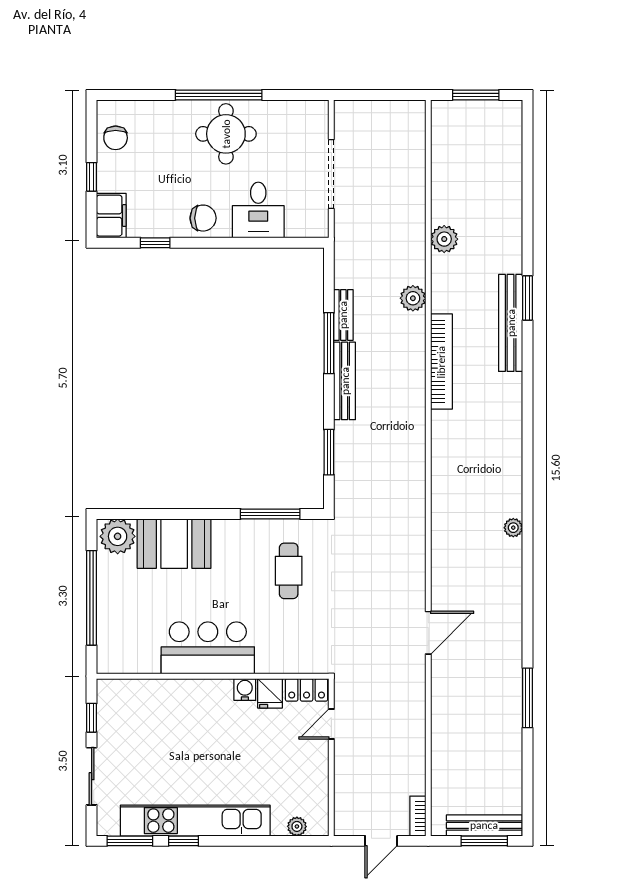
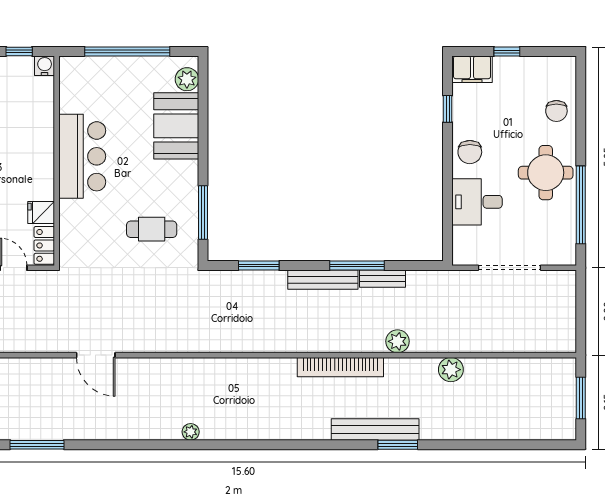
window: (219, 95) -> (581, 205), moved
chair: (116, 138) -> (556, 111), moved, turned -90
plant: (118, 536) -> (187, 79), width x0.73, depth x0.73
water cooler: (245, 690) -> (45, 66), moved, turned -90

